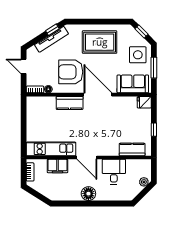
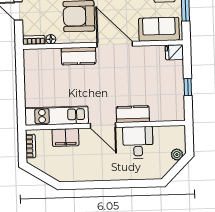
kitchen counter: (132, 149) -> (133, 114), moved
floor lamp: (88, 194) -> (106, 172), removed

